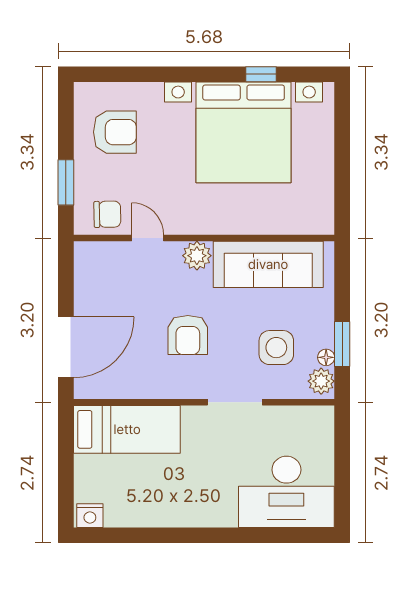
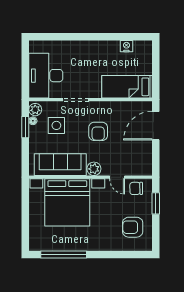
window: (261, 74) -> (64, 255), width x3.17
bed with nightstands: (244, 132) -> (67, 202), moved, turned 180
armchair: (188, 335) -> (98, 131), turned 180
desk: (286, 492) -> (46, 76), moved, turned -90
nightstand: (90, 516) -> (126, 46), moved

